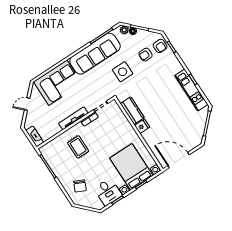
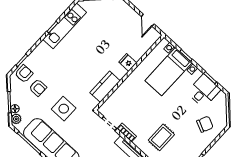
fridge: (142, 126) -> (128, 62), moved
door: (179, 160) -> (148, 20), width x0.53
bed with nightstands: (131, 167) -> (169, 72), width x0.73

